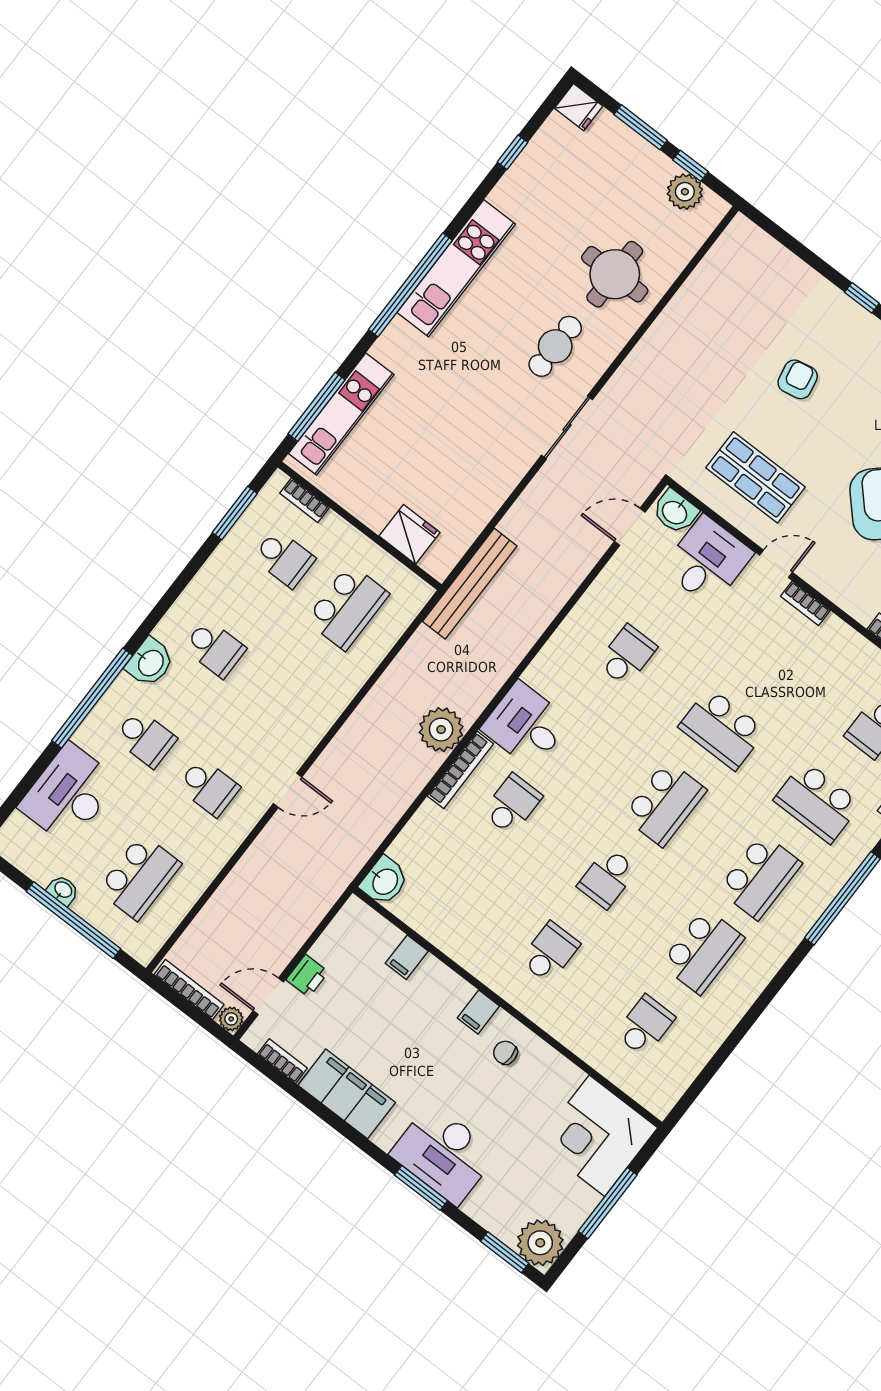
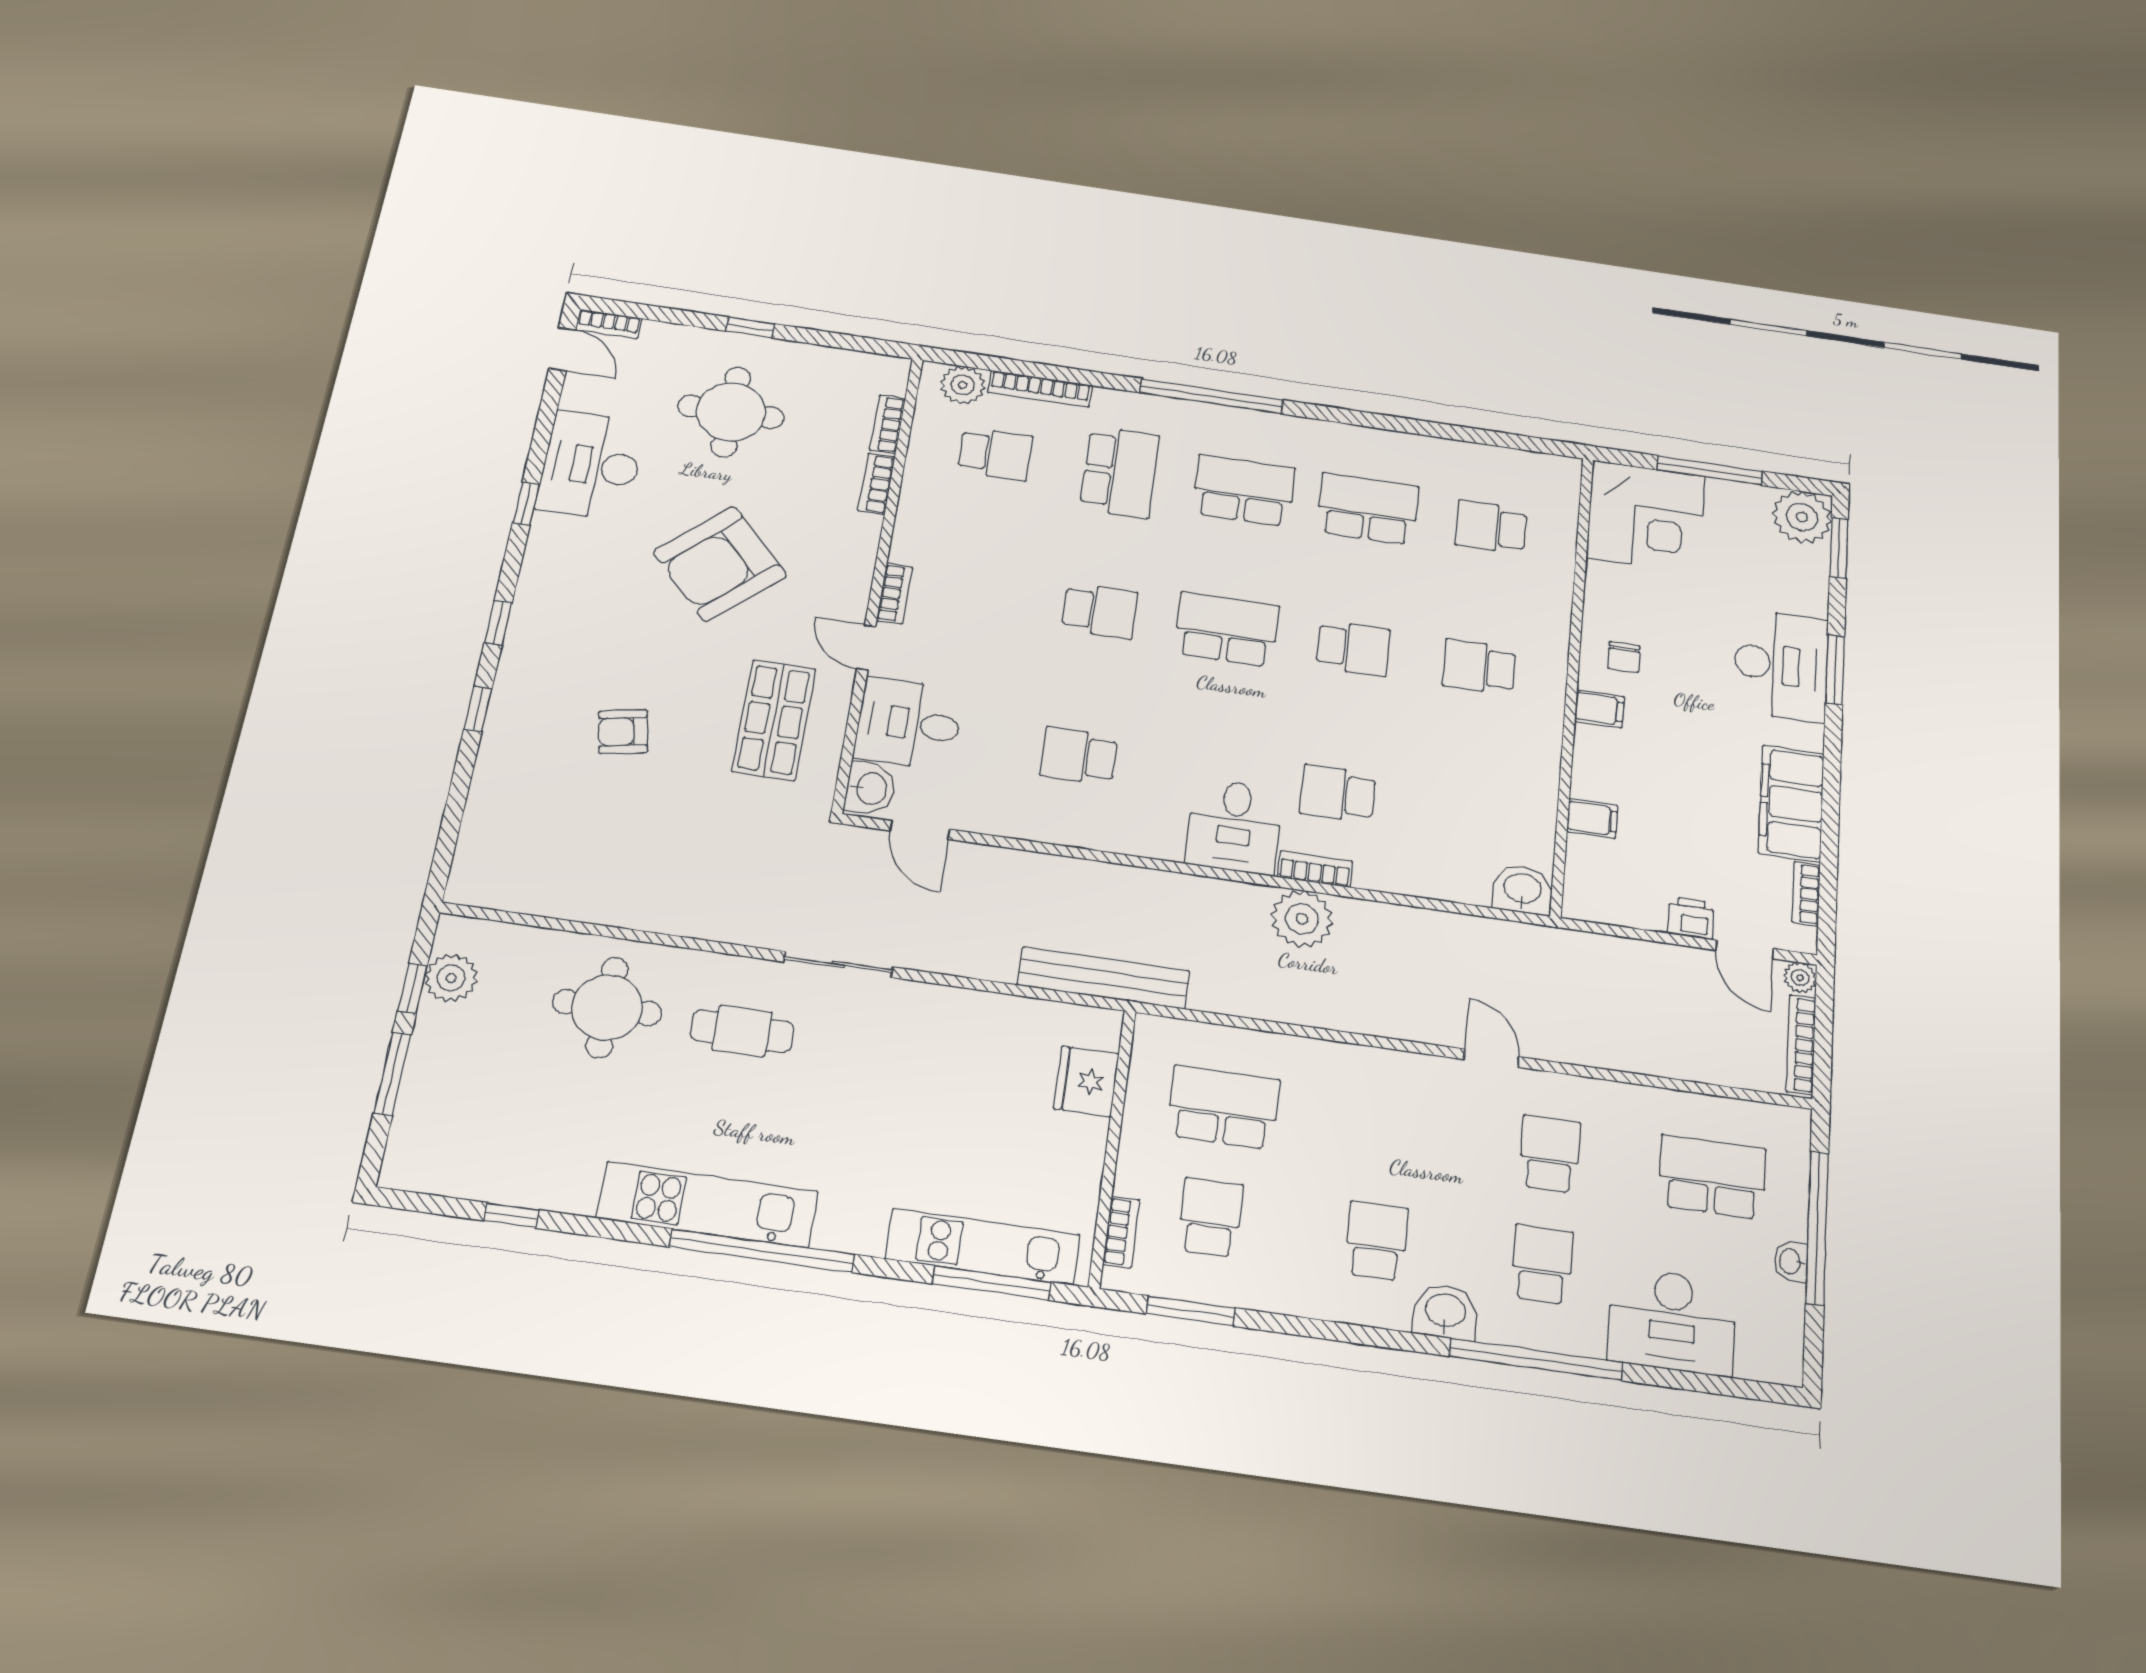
fridge: (579, 107) -> (405, 1164), removed
school desk: (722, 729) -> (1100, 611), width x0.54
bookcase: (460, 770) -> (1315, 869), width x0.64

